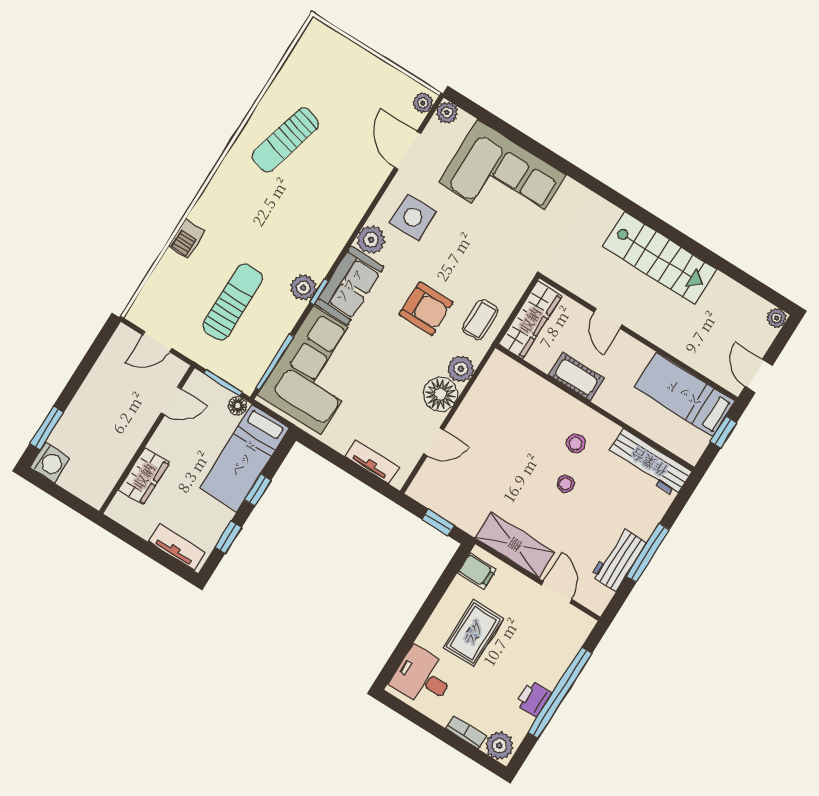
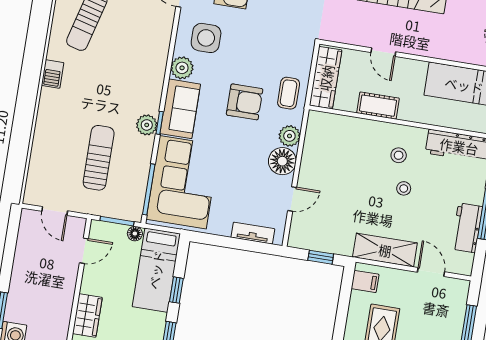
barbecue: (186, 239) -> (53, 74), moved
door: (157, 341) -> (55, 211), hinge flipped

